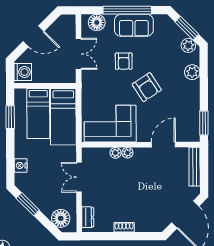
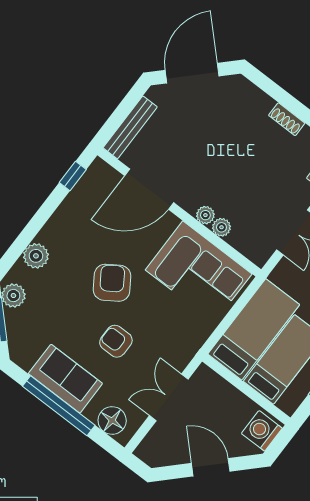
armchair: (124, 61) -> (116, 341), turned -90
window: (204, 123) -> (73, 176), width x0.67
door: (163, 145) -> (149, 189), width x1.36

